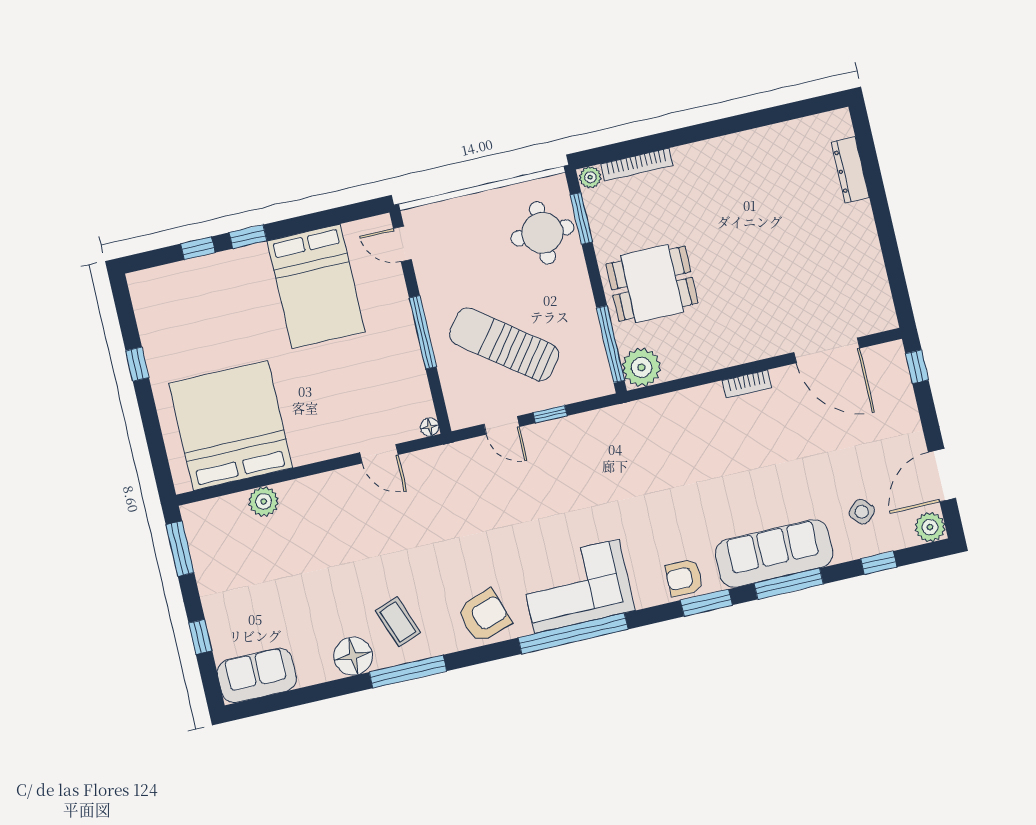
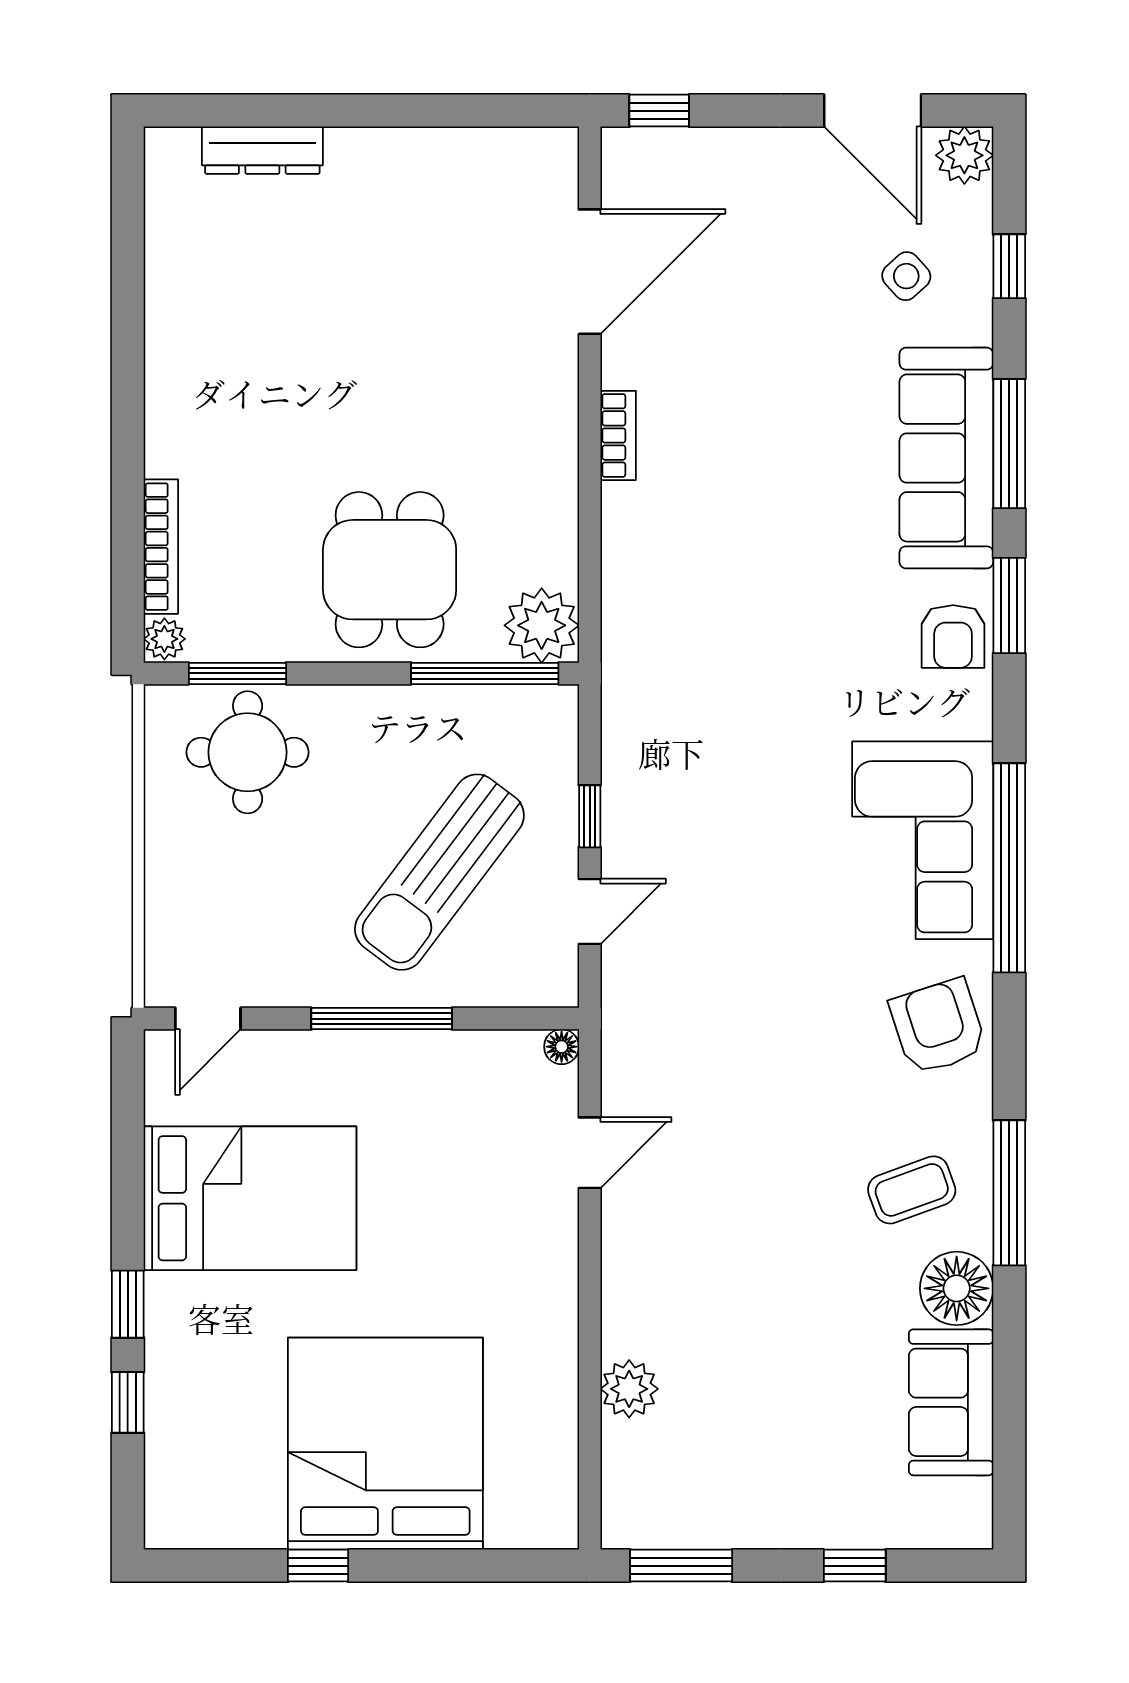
bed: (231, 425) -> (385, 1444), moved, turned 90
sofa: (257, 675) -> (951, 1402), moved

